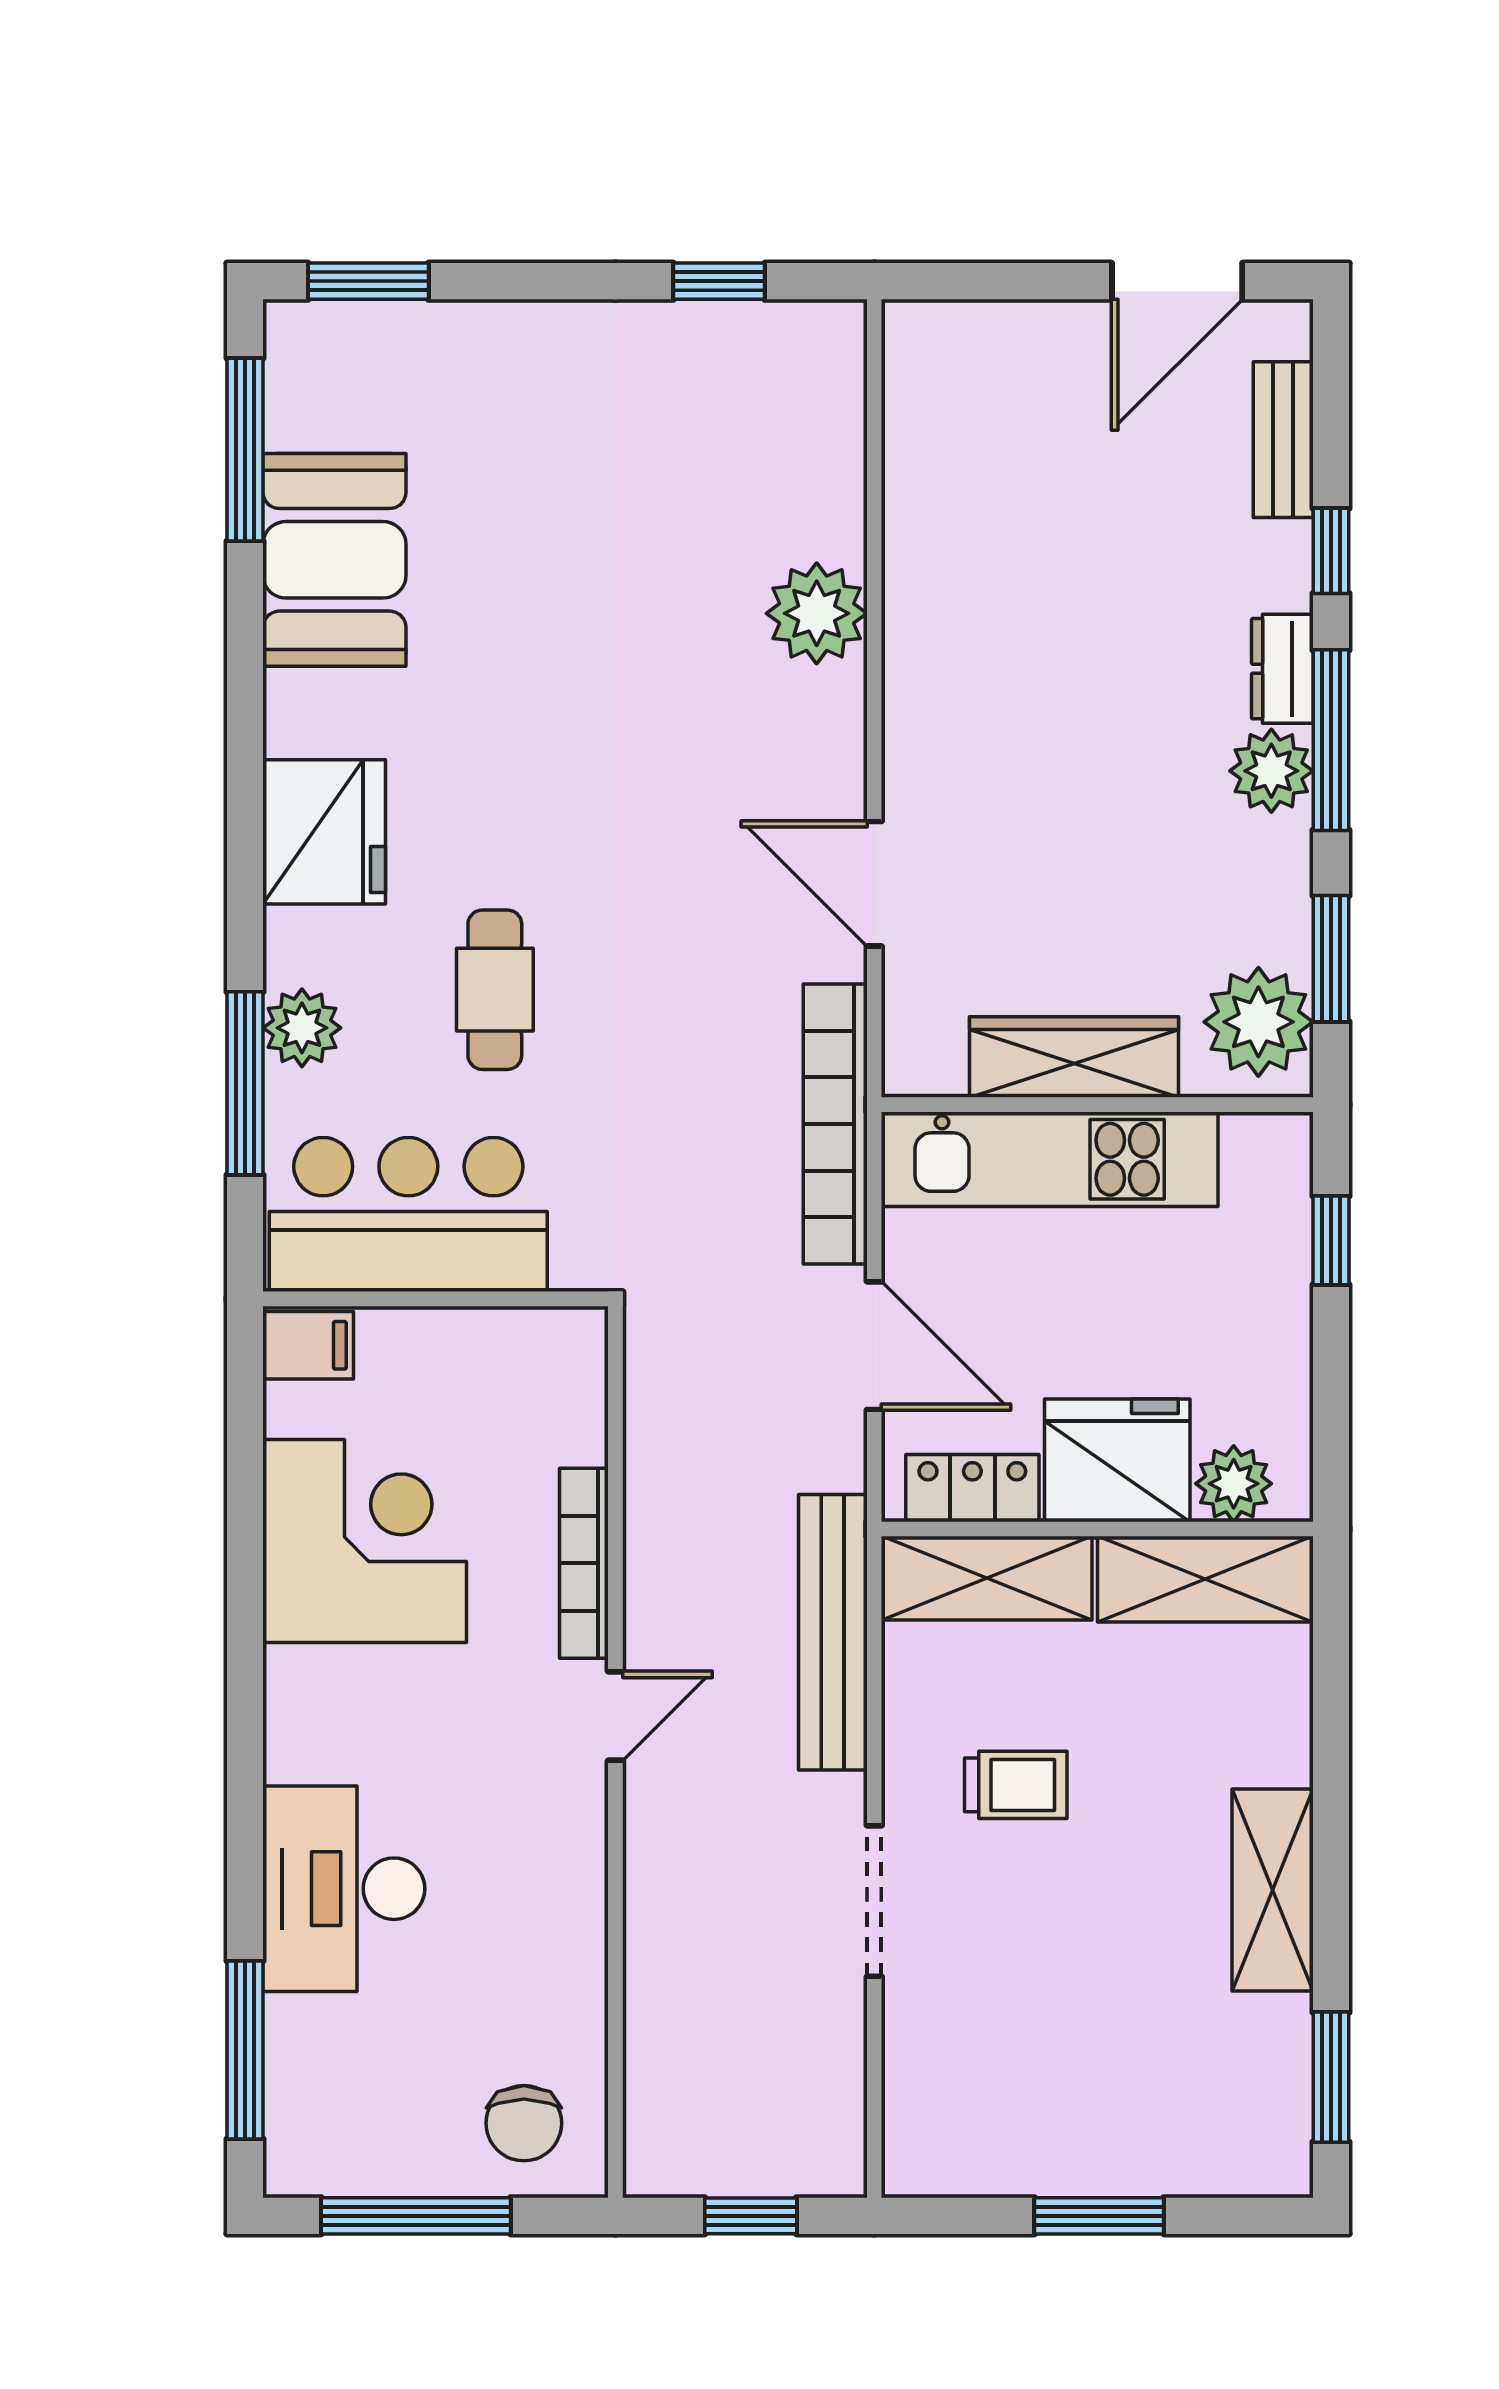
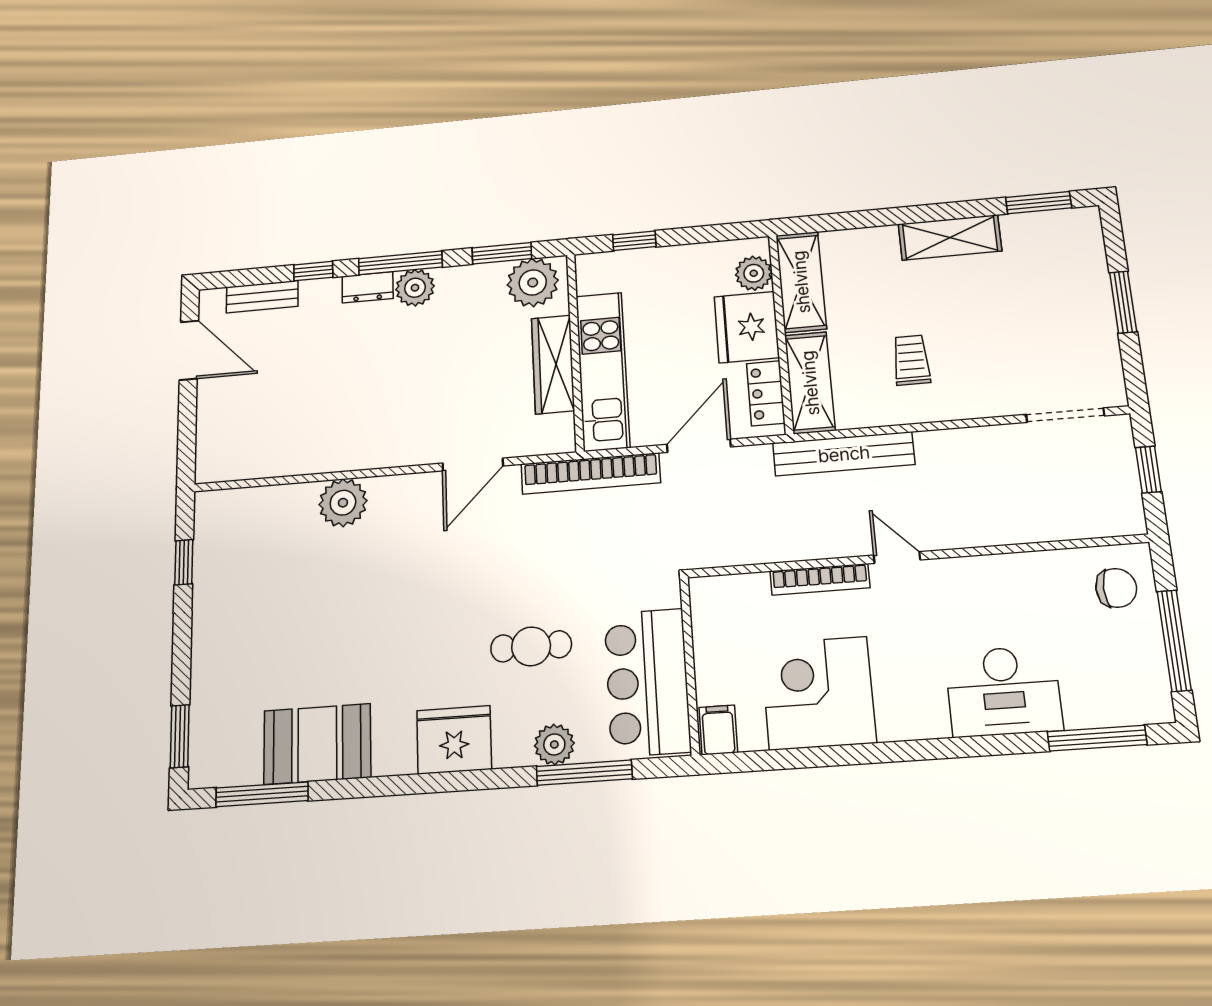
doorway: (874, 1901) -> (1065, 415), moved

